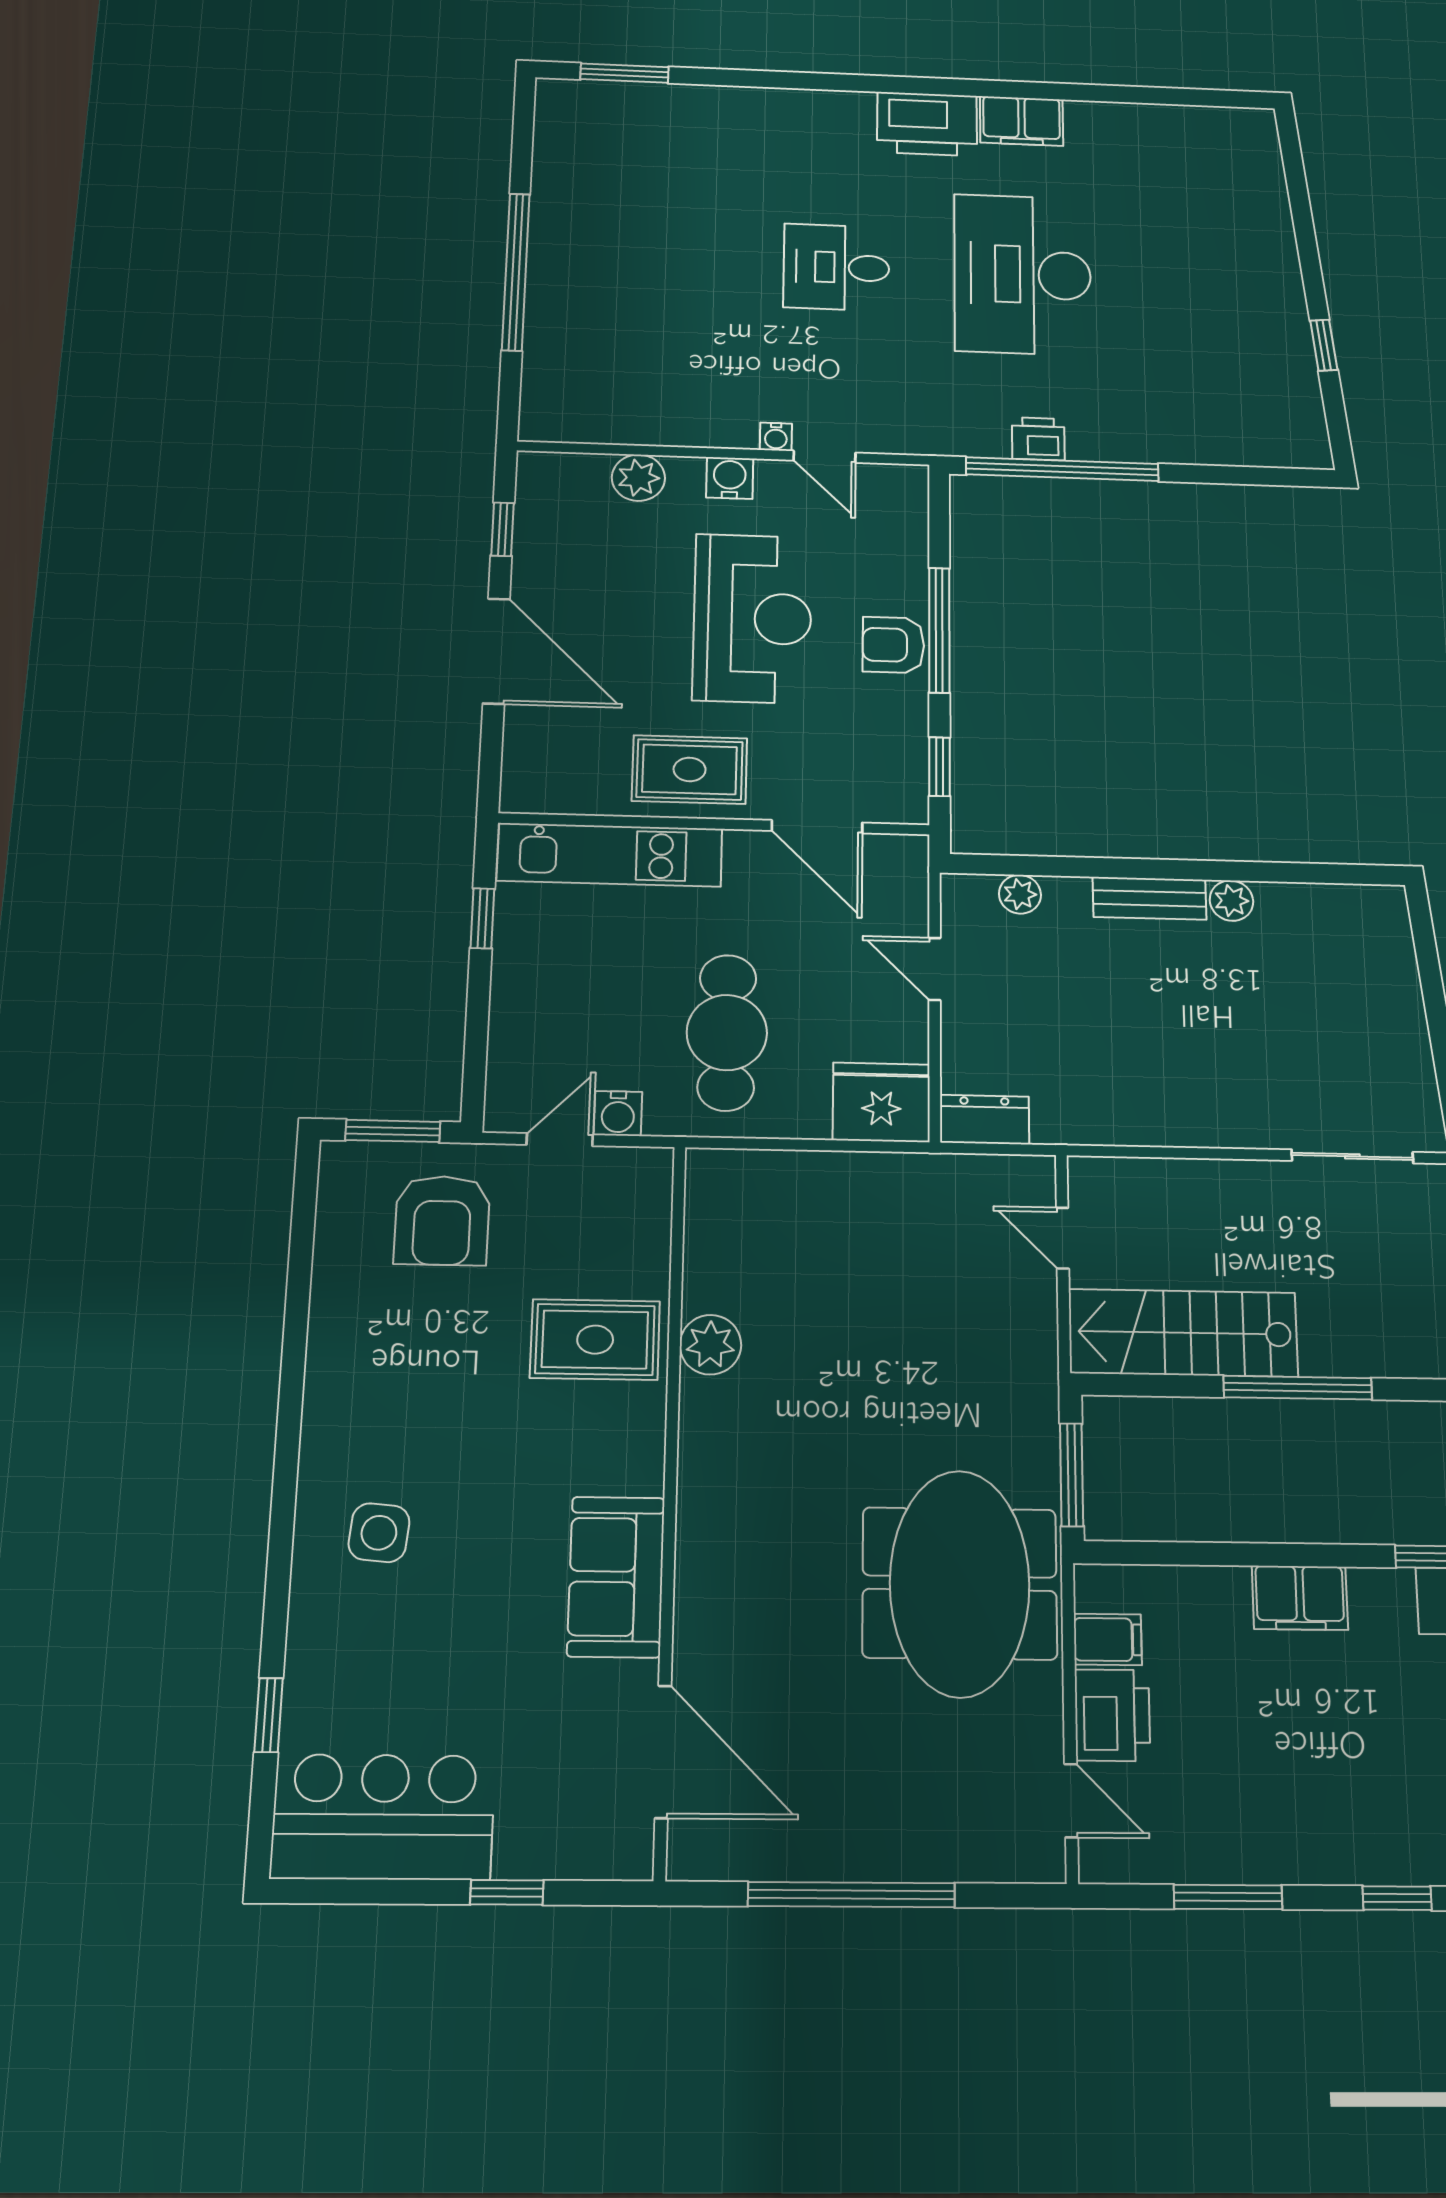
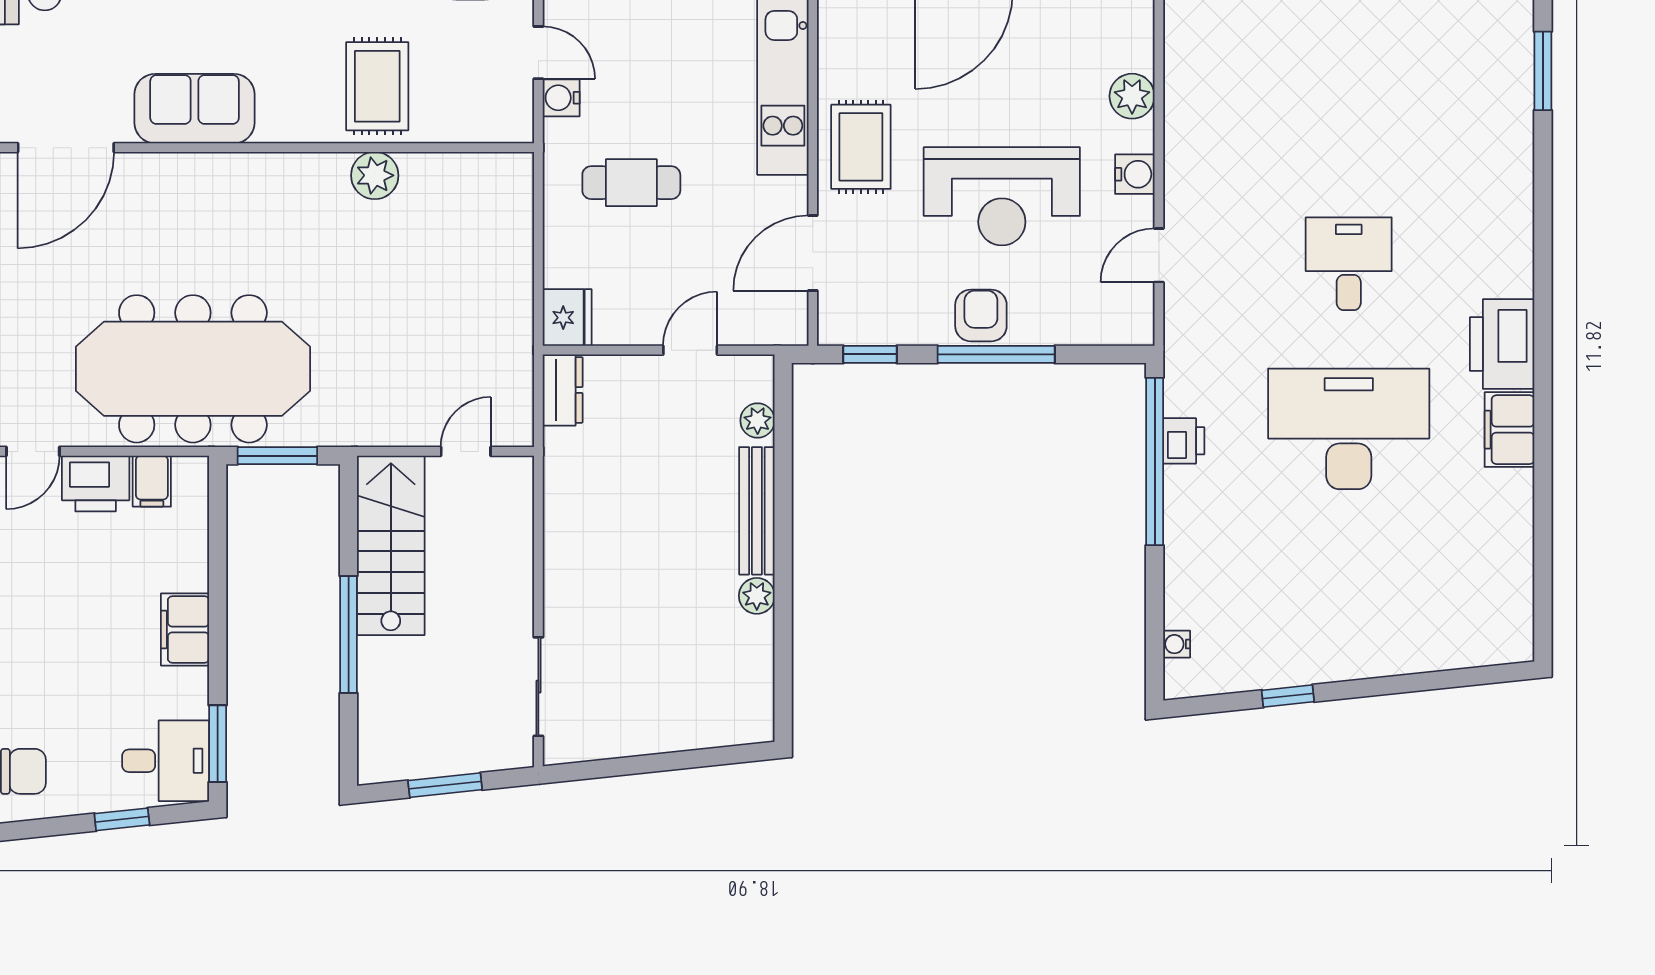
water cooler: (776, 437) -> (1177, 644), moved
bench: (1150, 898) -> (757, 511), width x1.36
cafe table: (727, 1033) -> (631, 183), width x0.73, depth x0.74
fridge: (881, 1102) -> (567, 318), width x0.73, depth x0.75
meeting table: (960, 1583) -> (193, 369), width x1.36

